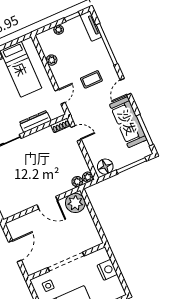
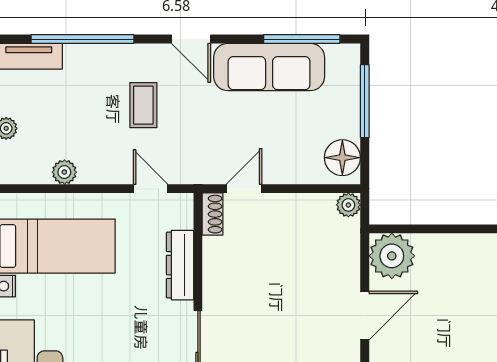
plant: (77, 182) -> (348, 232), removed

